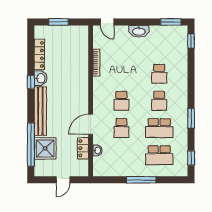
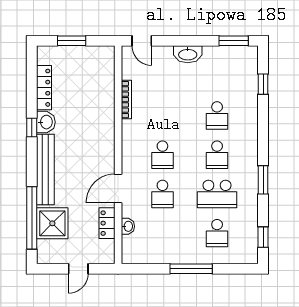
window: (191, 41) -> (263, 84), moved
school desk: (159, 155) -> (217, 233), width x0.54

